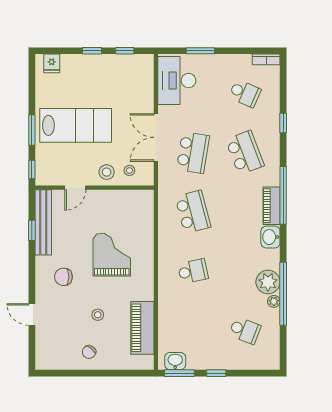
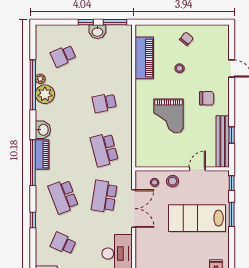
school desk: (245, 330) -> (63, 56), turned -45
washbasin: (175, 361) -> (97, 32), moved

